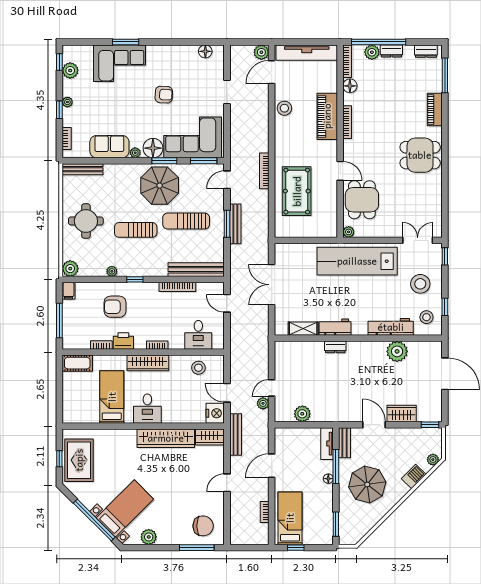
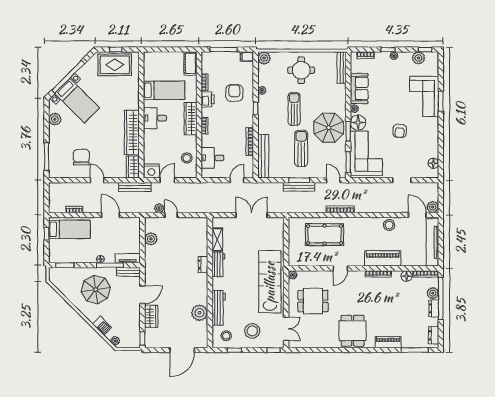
dining table: (362, 200) -> (313, 301), moved
chair: (203, 526) -> (81, 157), moved, turned 180

